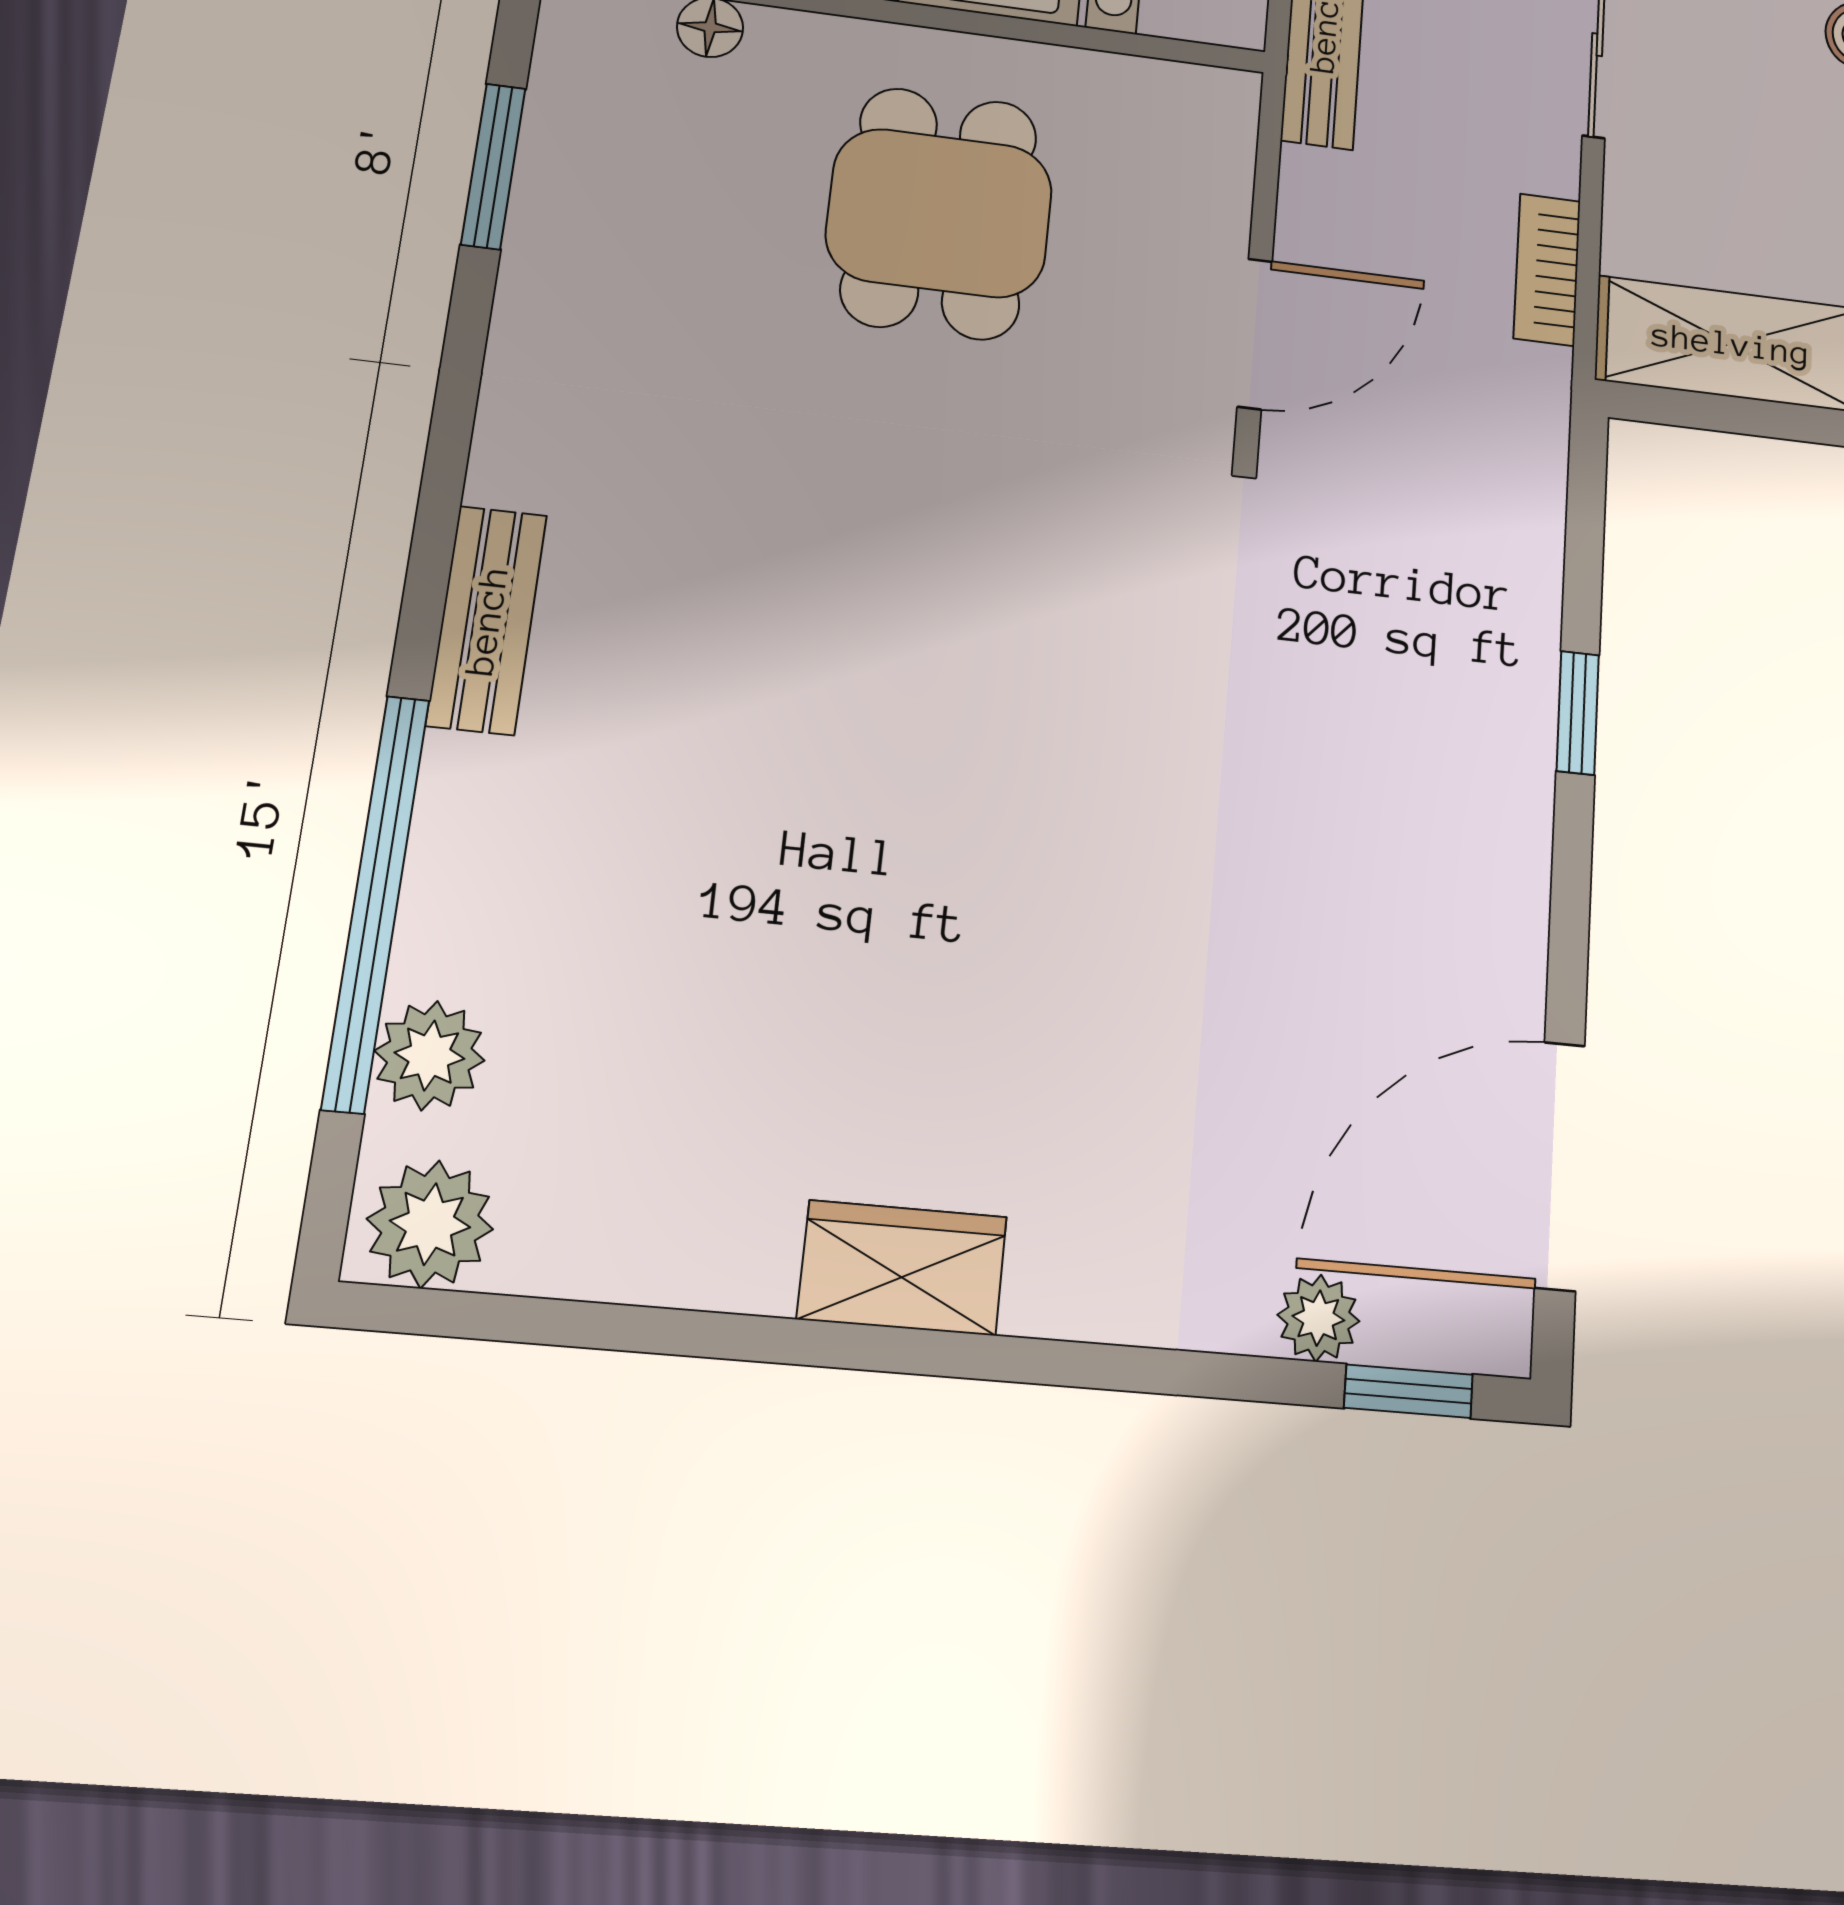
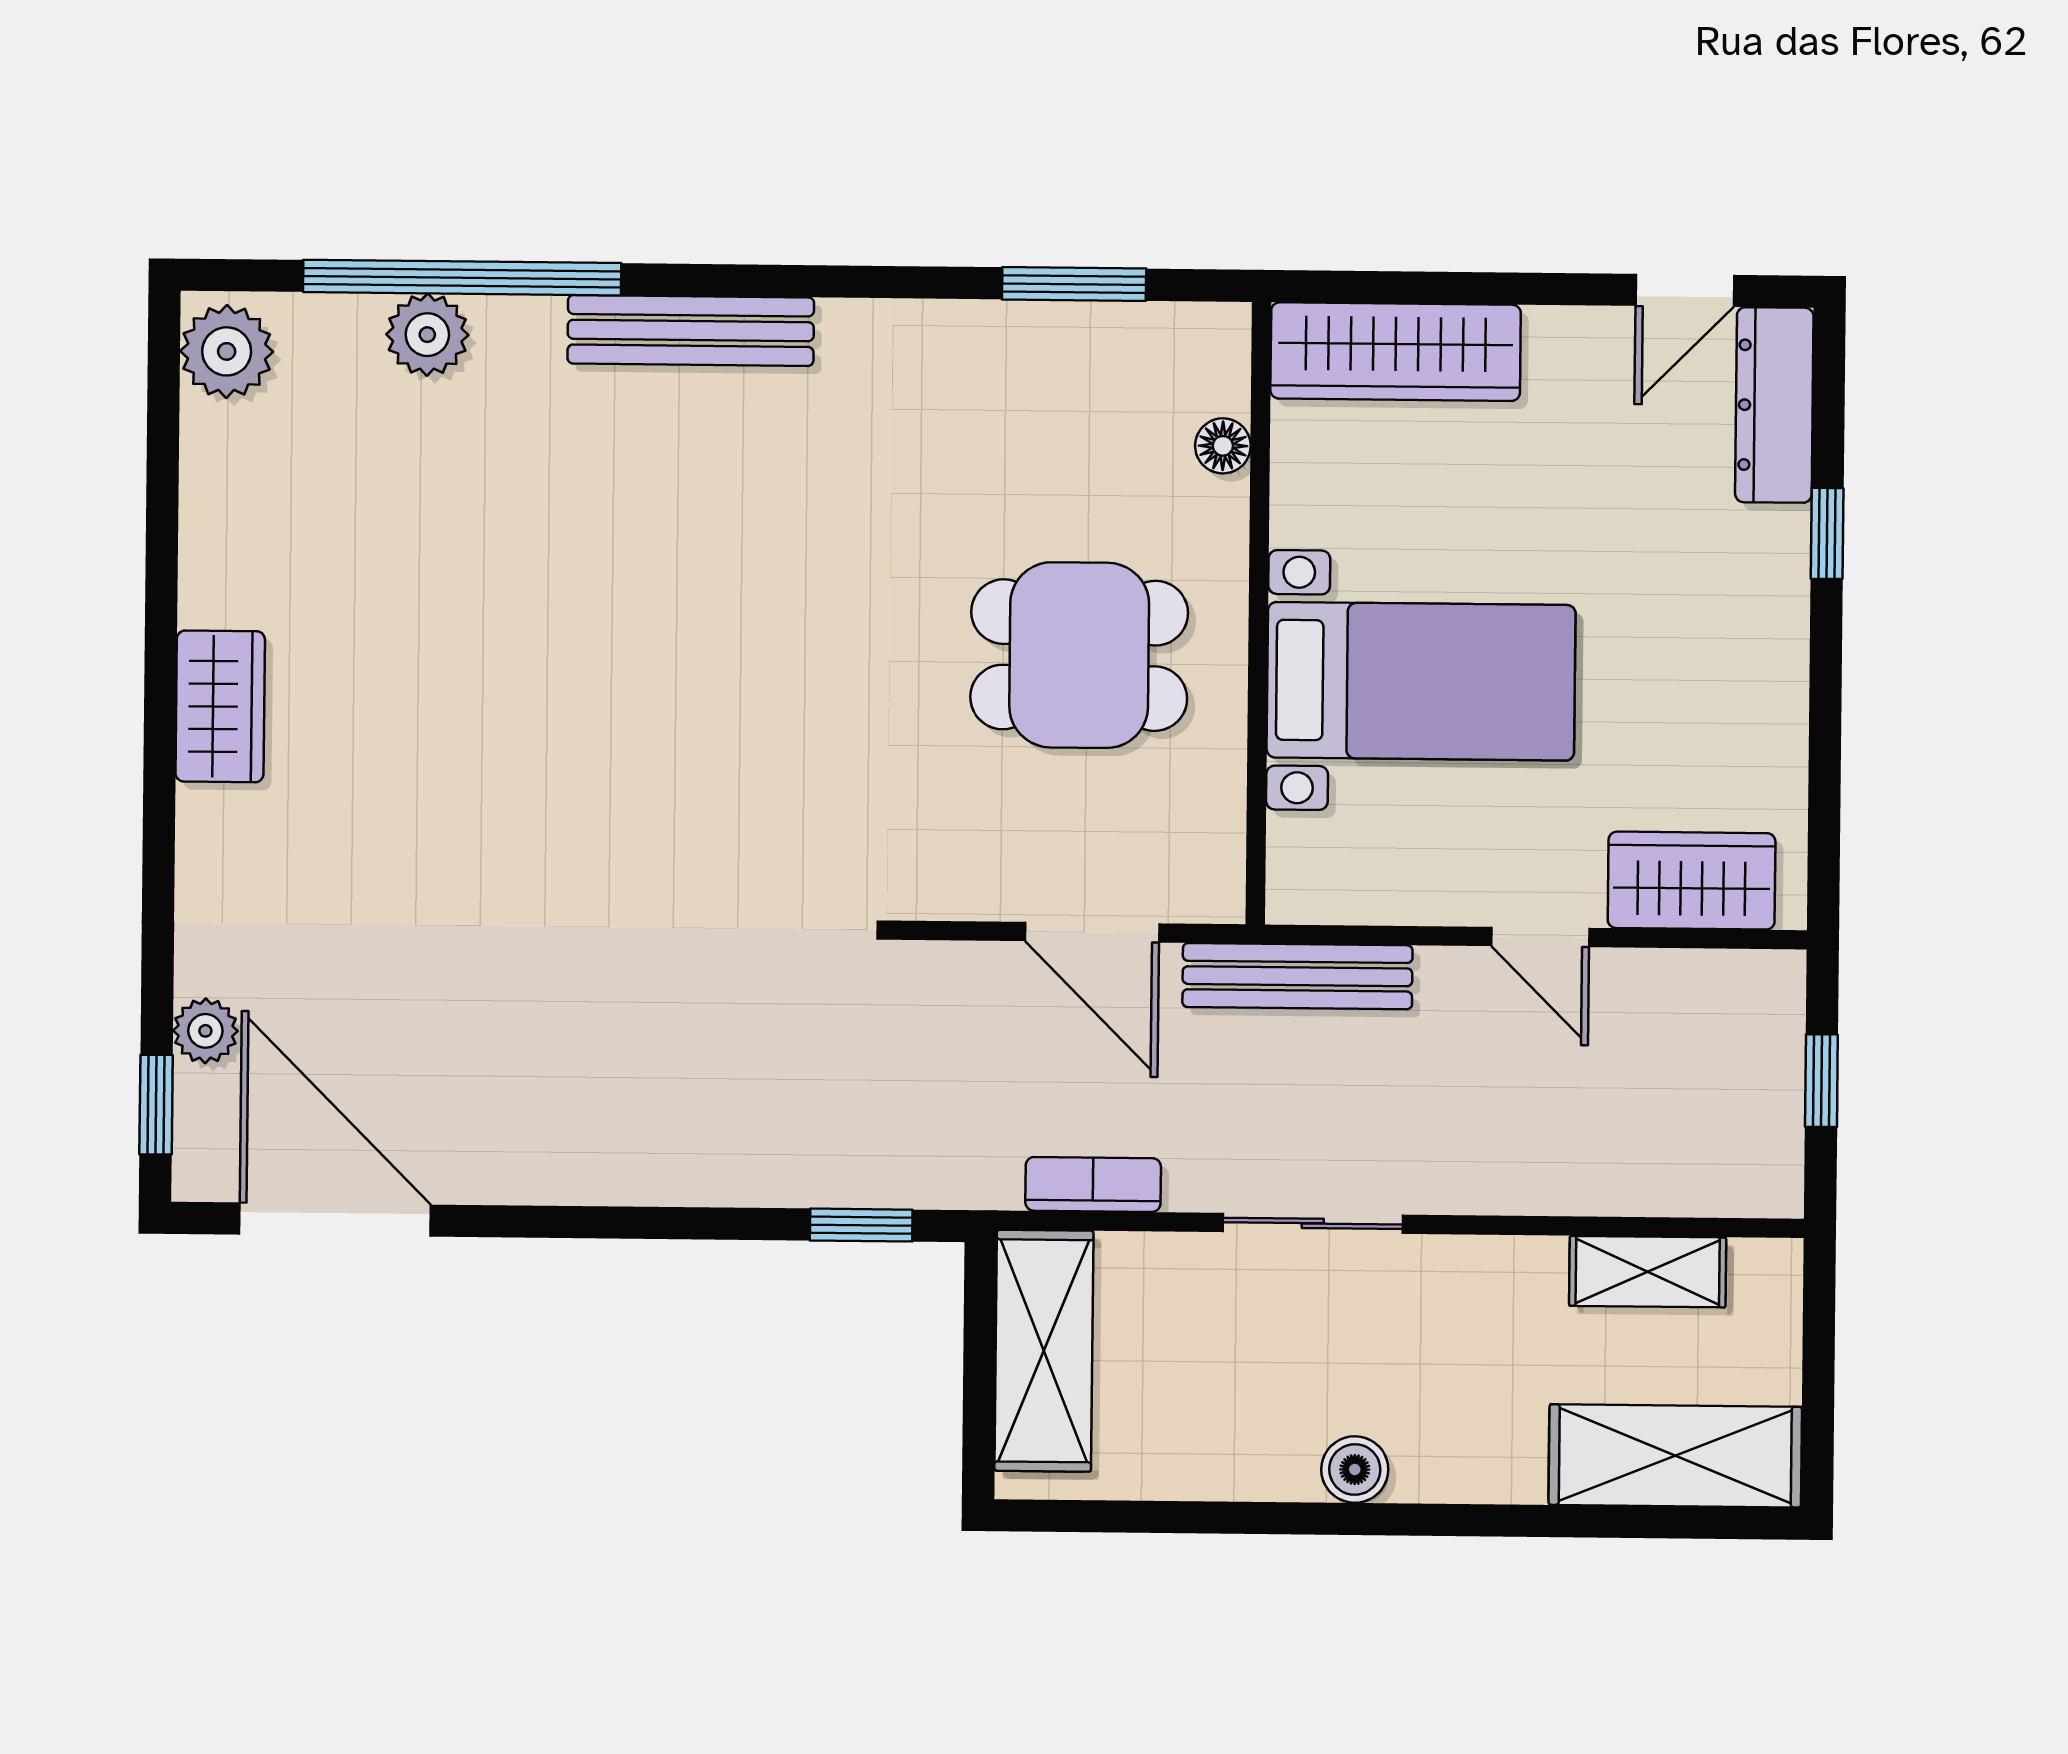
door: (1255, 334) -> (1092, 932), moved
bench: (487, 620) -> (691, 330), width x1.36
window: (1578, 713) -> (861, 1225), moved
plant: (429, 1056) -> (427, 335), moved

